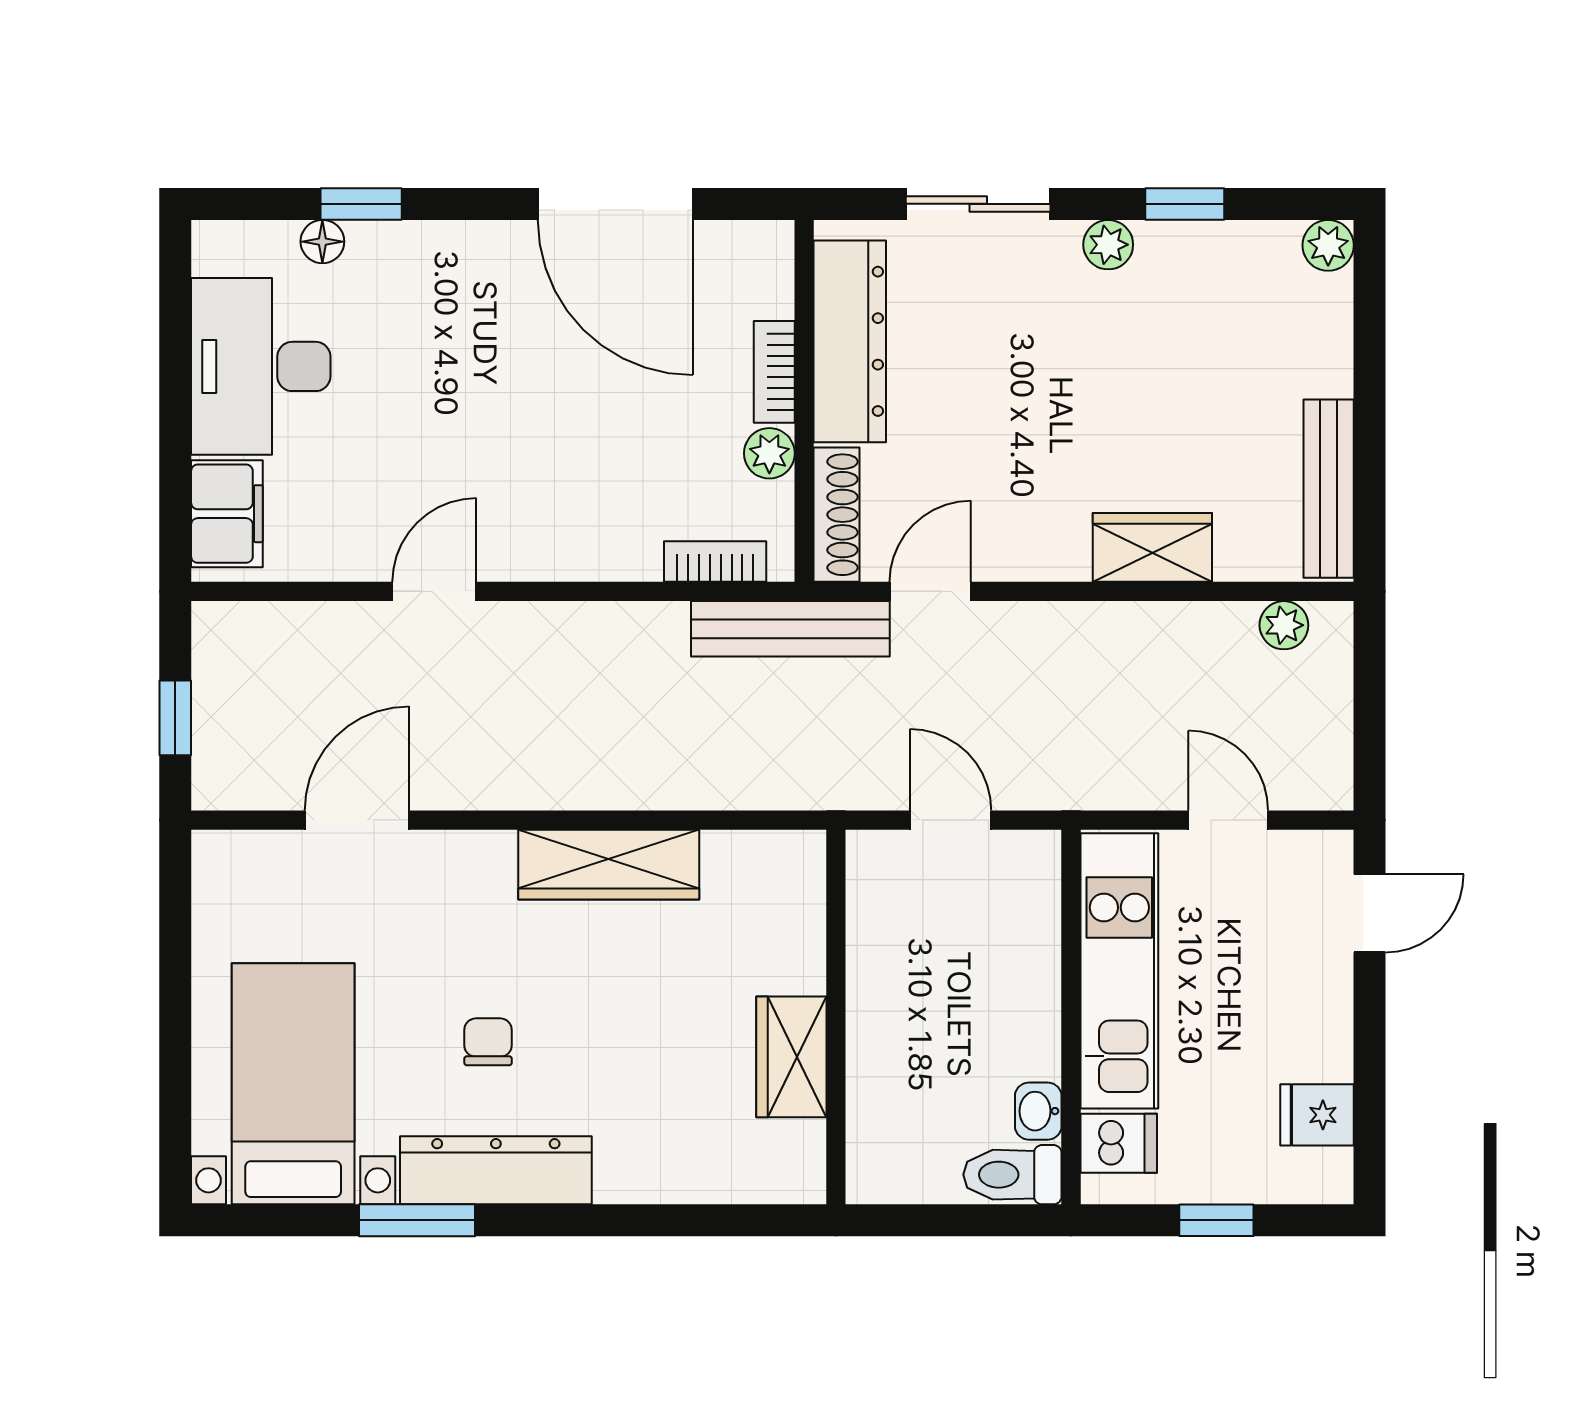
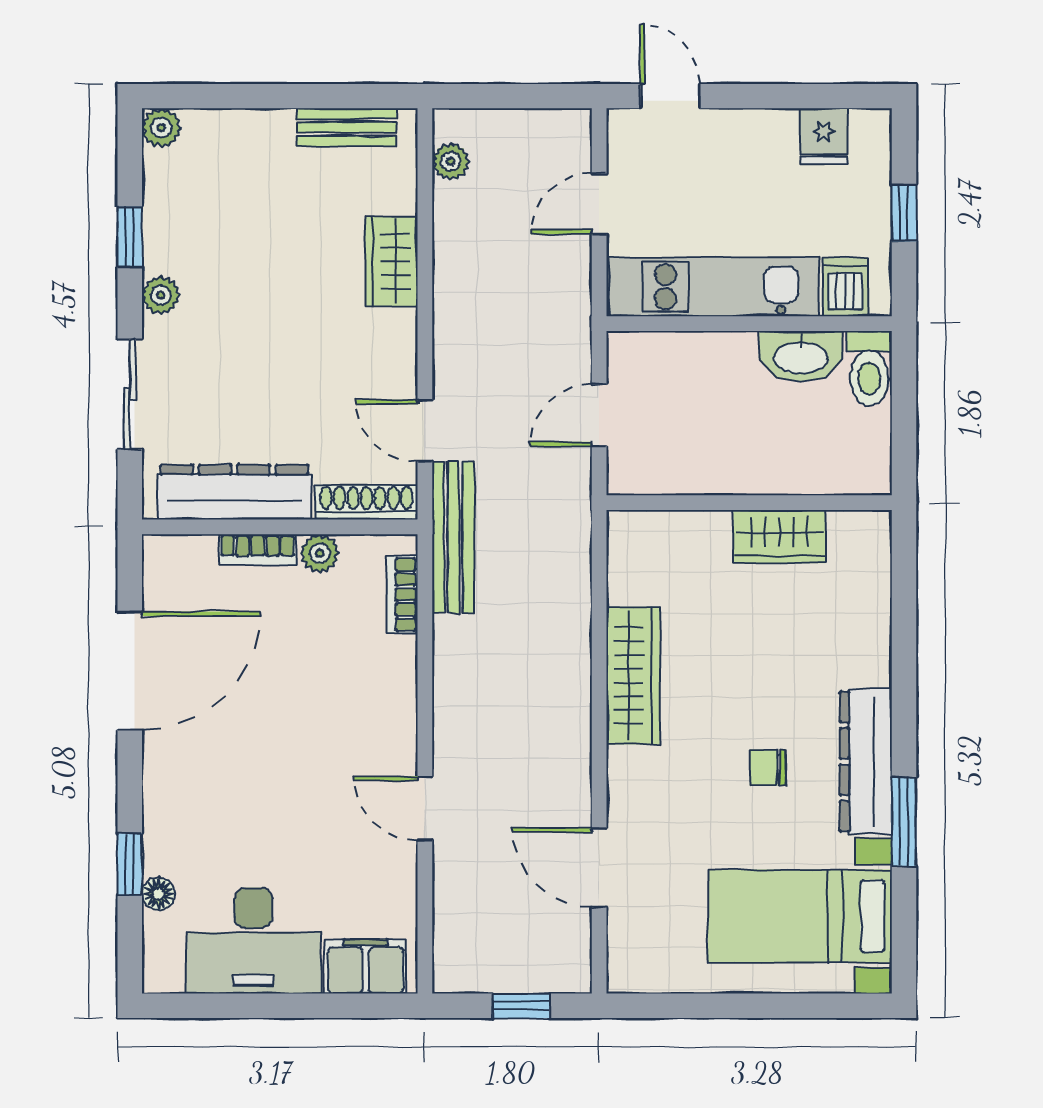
bench: (1329, 489) -> (347, 127), width x0.73
washbasin: (1038, 1111) -> (801, 356), width x1.91, depth x1.45

